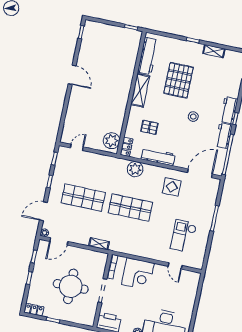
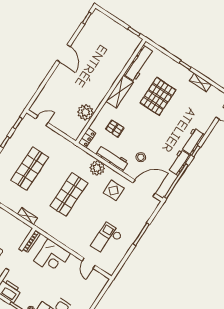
stool: (193, 117) -> (141, 157), moved
plant: (112, 141) -> (86, 112), moved
plant: (135, 169) -> (97, 168), moved
shop shelf: (83, 198) -> (30, 169), turned 90
shop shelf: (130, 208) -> (69, 194), turned 90

